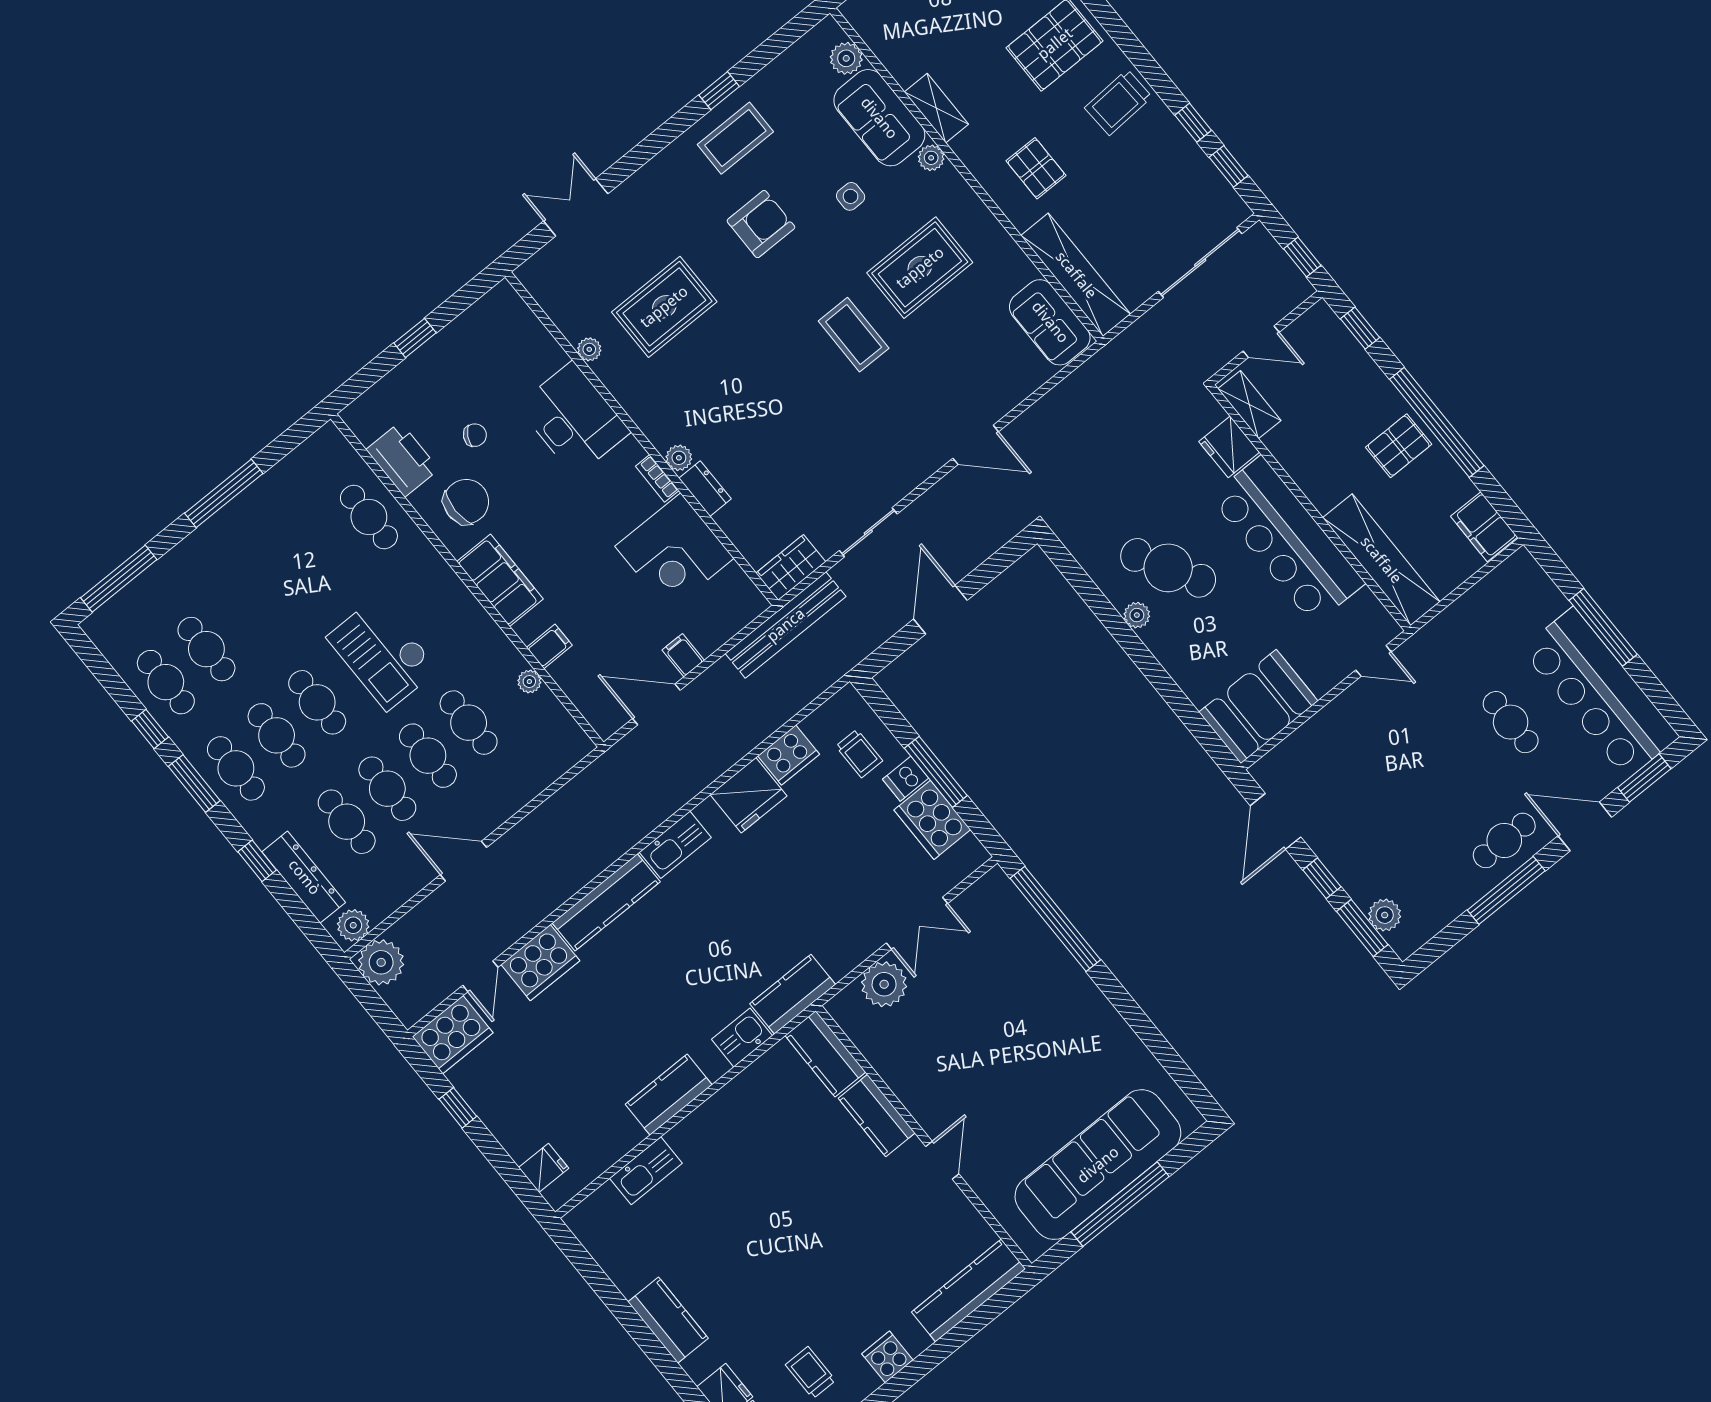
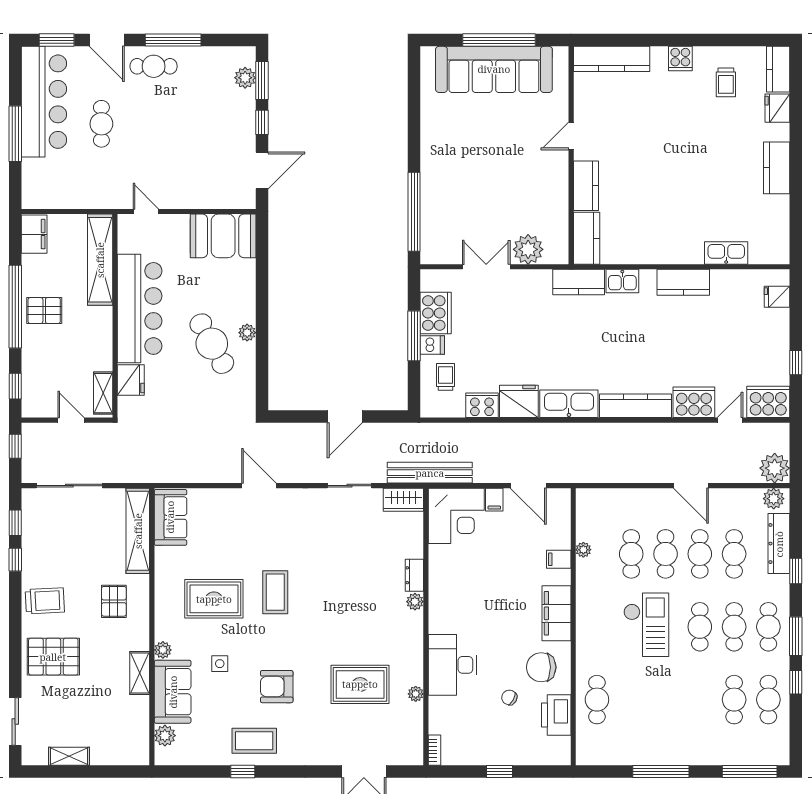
bookcase: (657, 478) -> (435, 750), moved
corner desk: (674, 552) -> (456, 516), moved, turned 90
kitchen sink: (675, 845) -> (569, 404), width x1.36, depth x1.24

